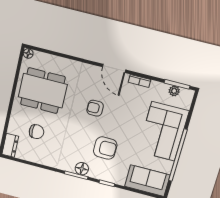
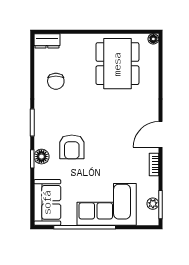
armchair: (95, 108) -> (113, 125), removed
chair: (36, 132) -> (56, 81), moved
floor lamp: (82, 169) -> (41, 157), moved

